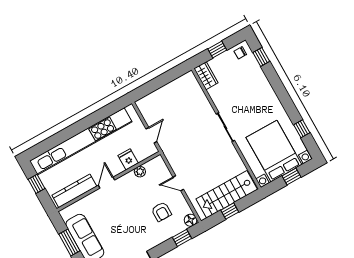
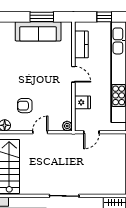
door: (151, 135) -> (91, 132), hinge flipped
plant: (140, 172) -> (67, 126), moved
kitchen counter: (74, 191) -> (81, 44), width x0.67

